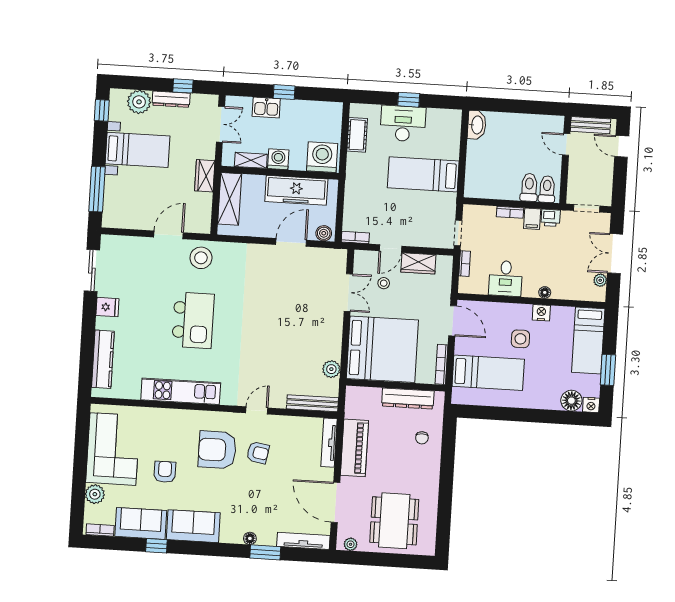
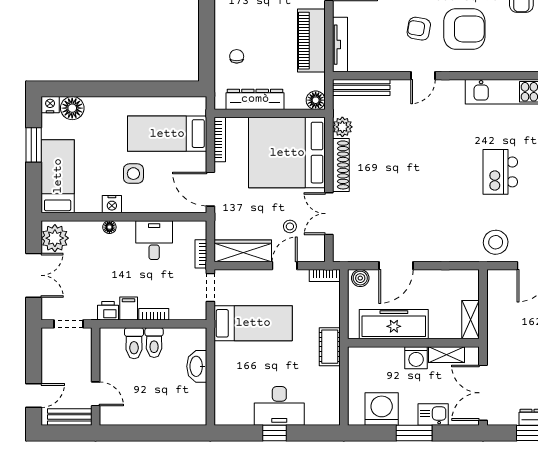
window: (284, 92) -> (414, 433), width x1.50
double door: (220, 124) -> (483, 393), width x1.37
washbasin: (477, 125) -> (197, 366), moved
cot: (357, 135) -> (330, 347), moved
door: (622, 146) -> (34, 396), hinge flipped
washing machine: (322, 157) -> (382, 409), moved, turned 180
bed: (423, 174) -> (253, 323), moved
wardrobe: (205, 176) -> (497, 334), removed
toilet: (547, 189) -> (154, 343), moved
shelving: (230, 199) -> (471, 320), width x0.67, depth x0.75
wardrobe: (418, 263) -> (243, 251), width x1.50
plant: (600, 280) -> (55, 238), width x1.87, depth x1.87
kitchen island: (193, 320) -> (500, 172), width x0.73, depth x0.78
shoe rack: (335, 335) -> (341, 165), added
floor lamp: (354, 394) -> (316, 100), added

